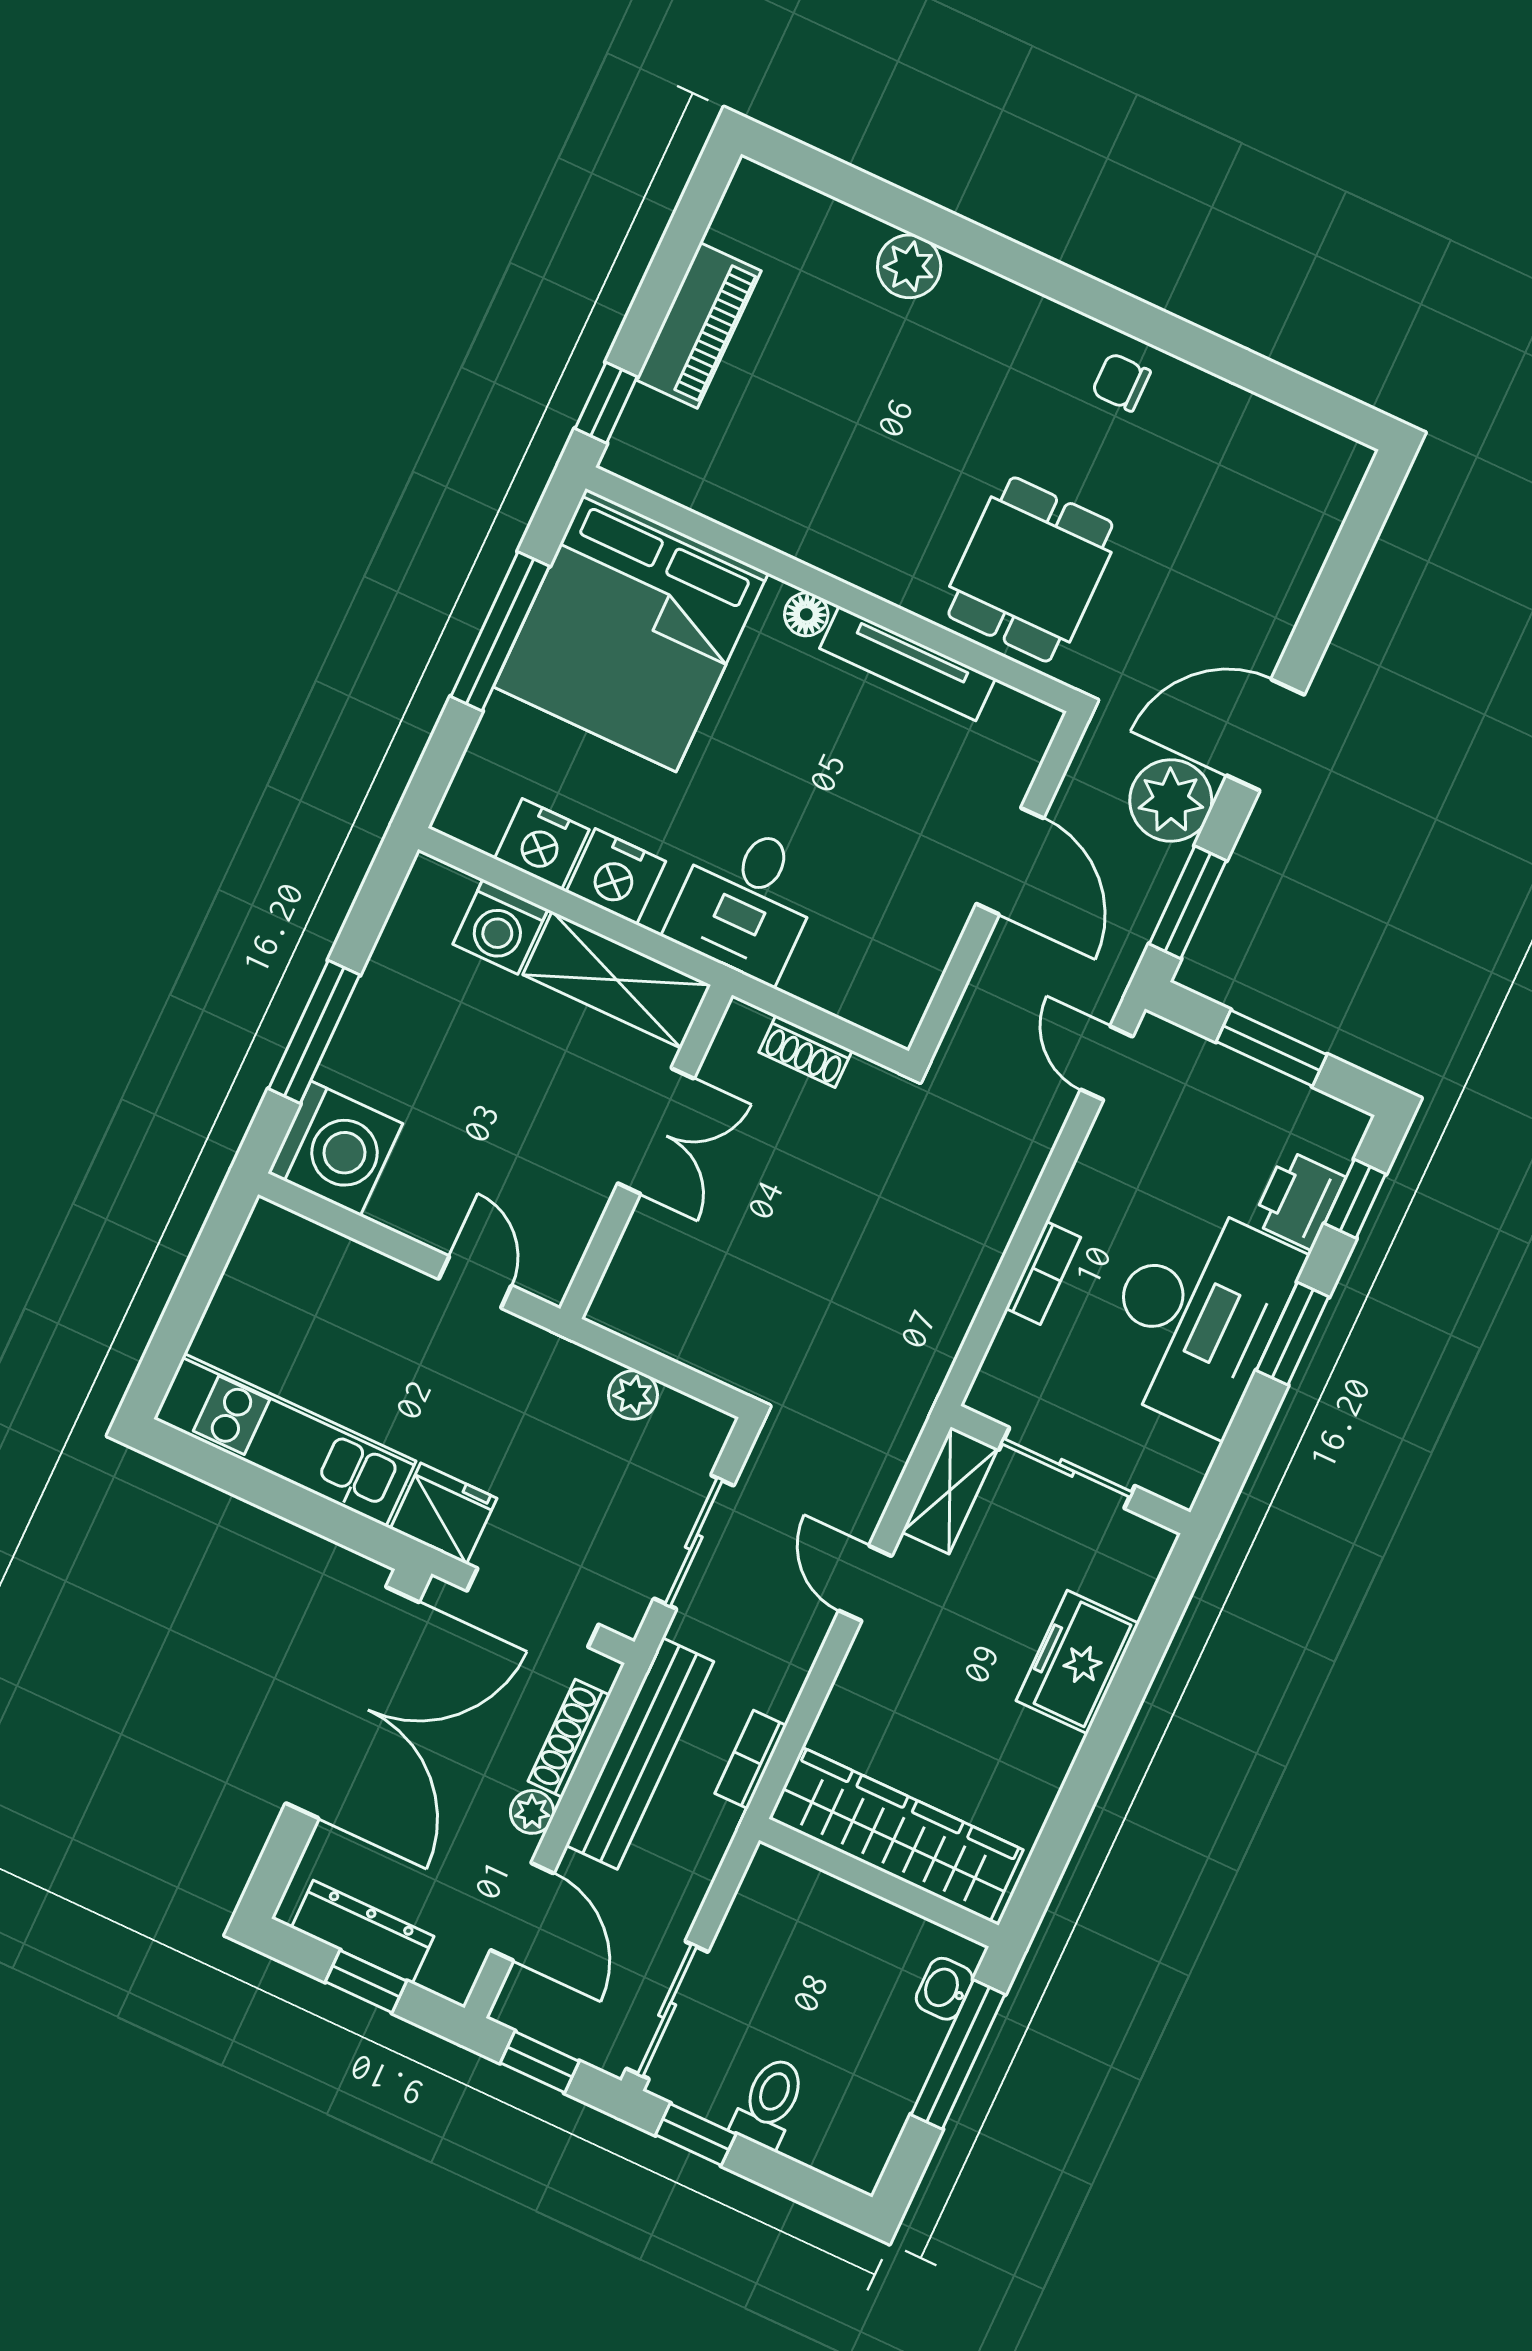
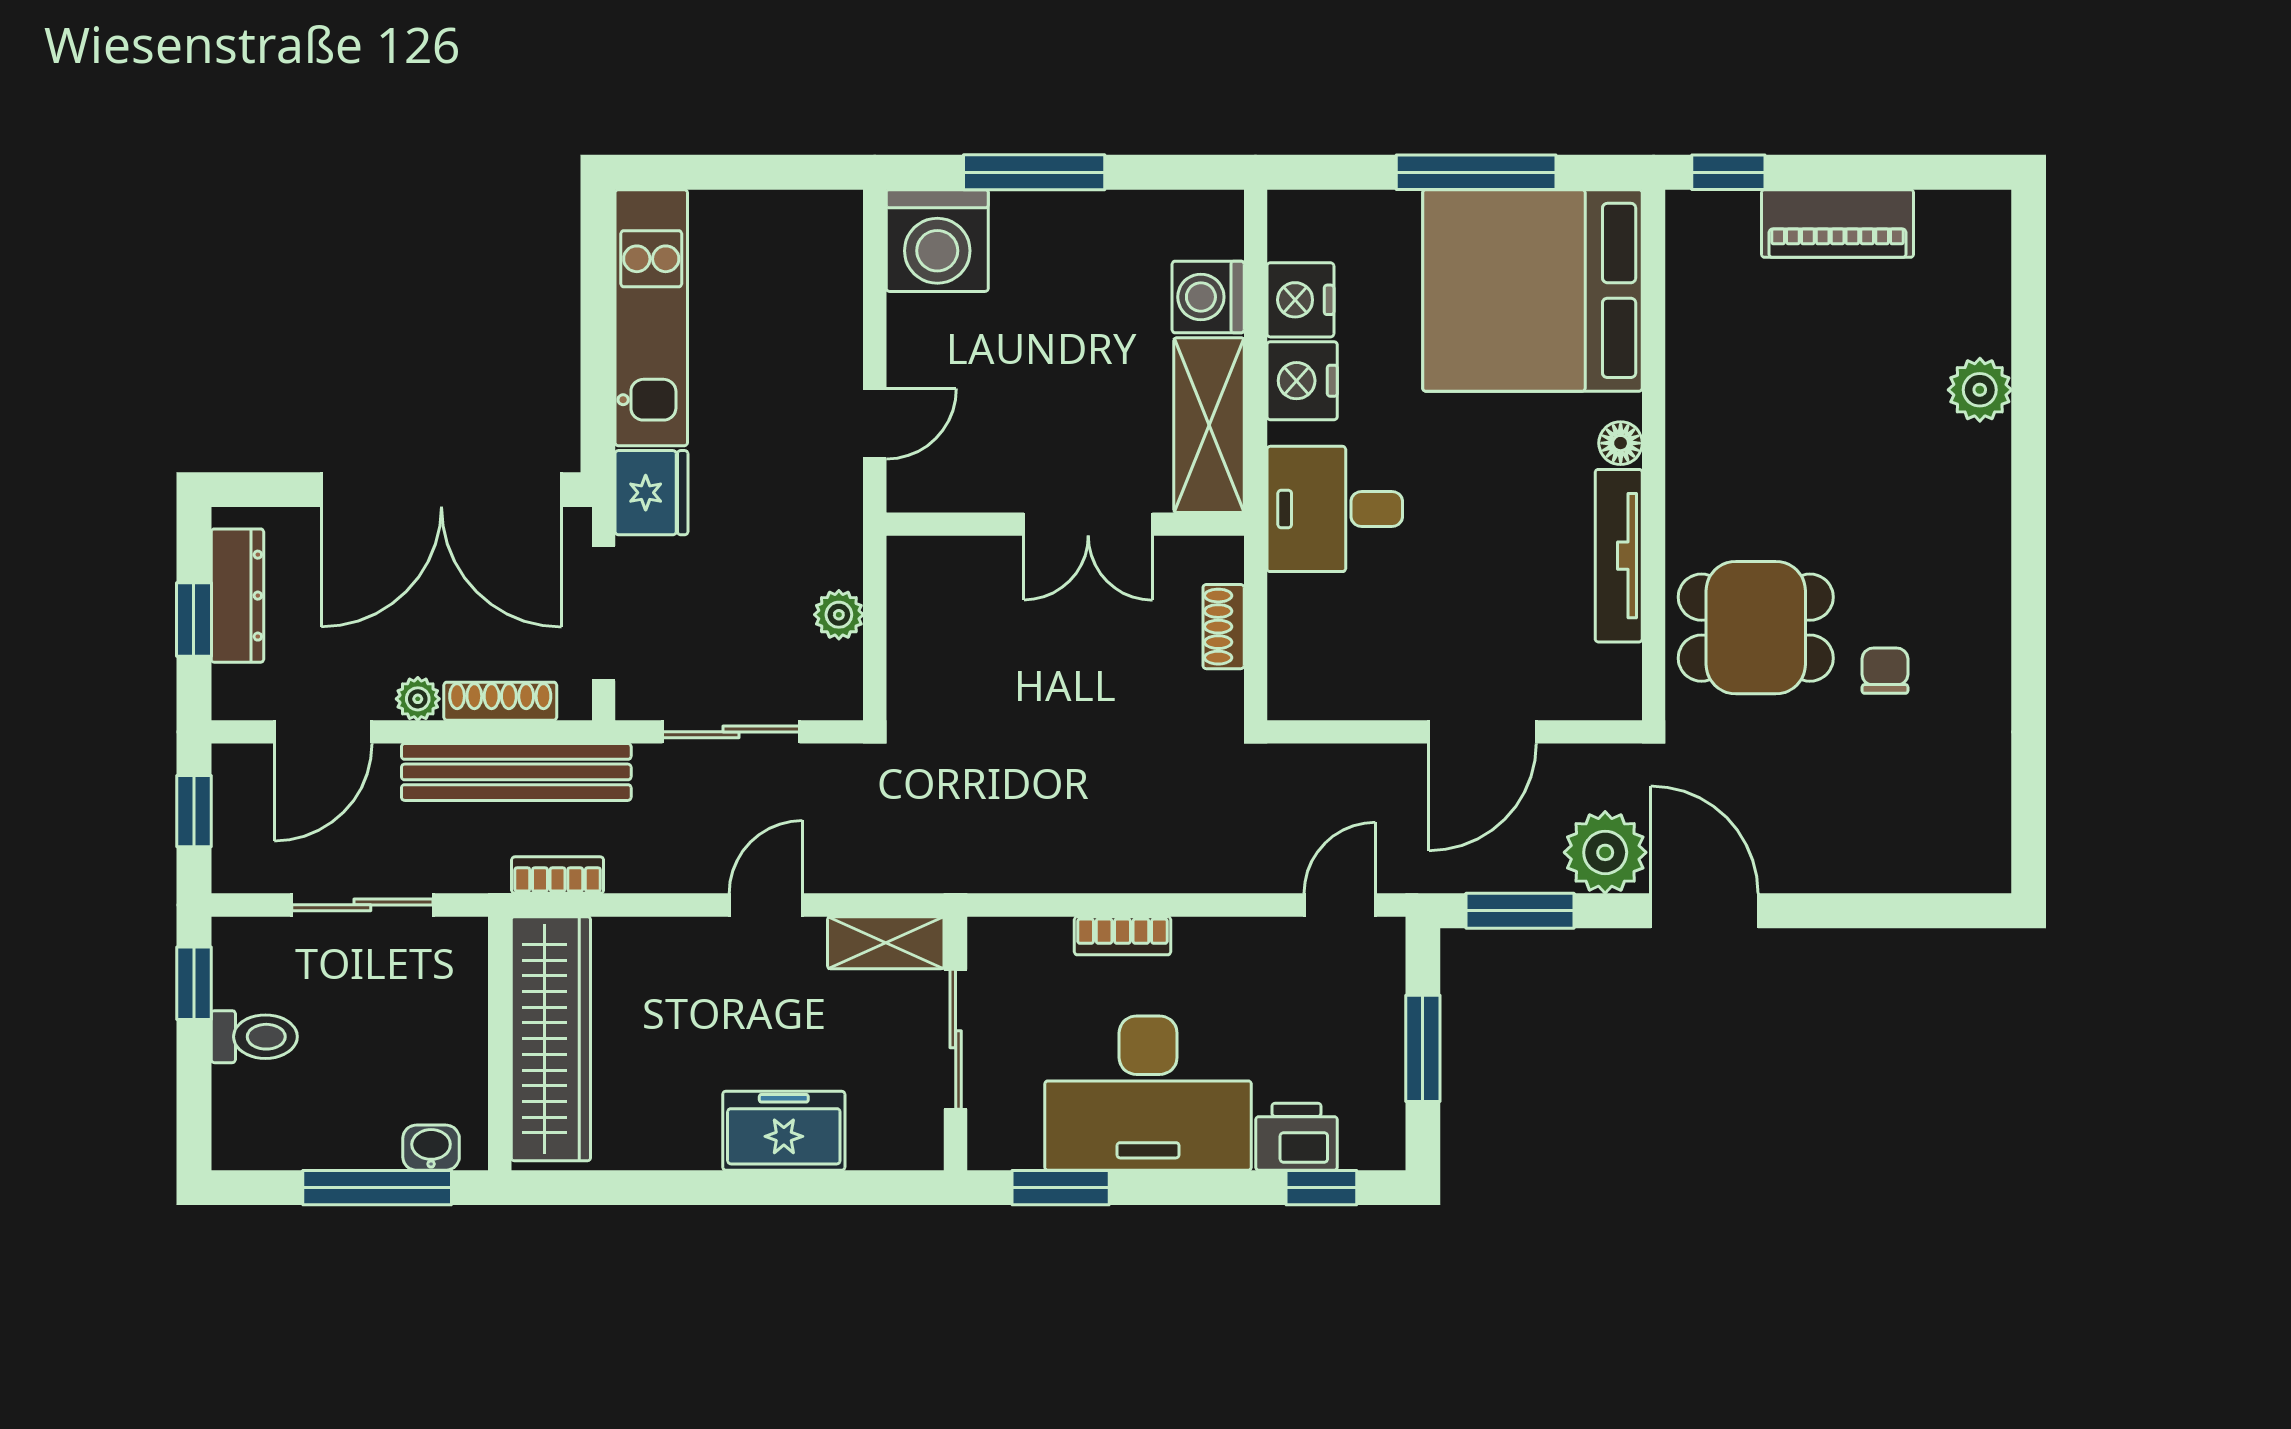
chair: (1121, 382) -> (1885, 671), moved
window: (1293, 1334) -> (1061, 1188), moved
sliding door: (667, 2010) -> (362, 905), moved

